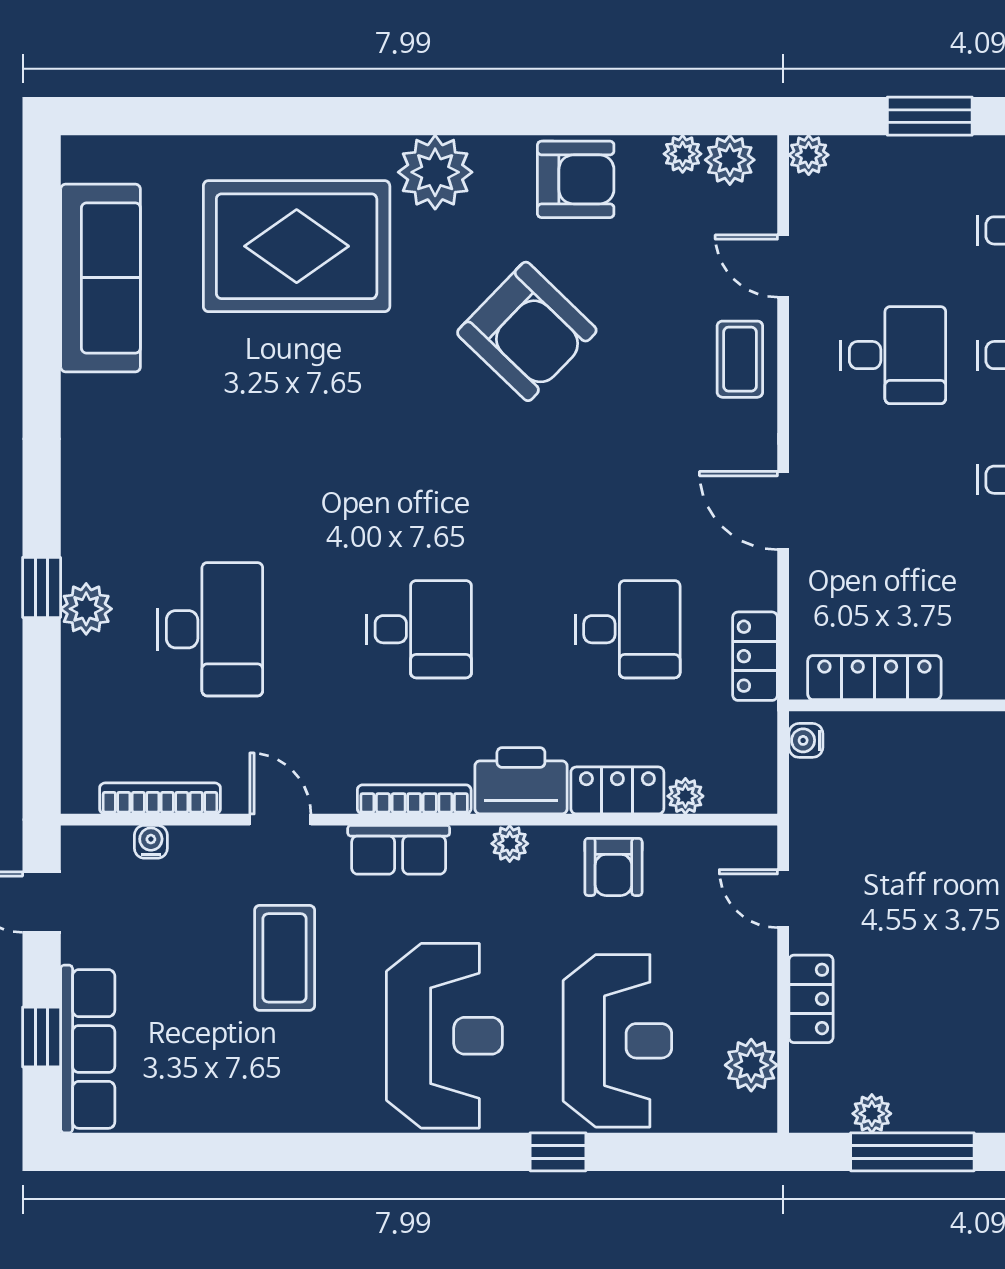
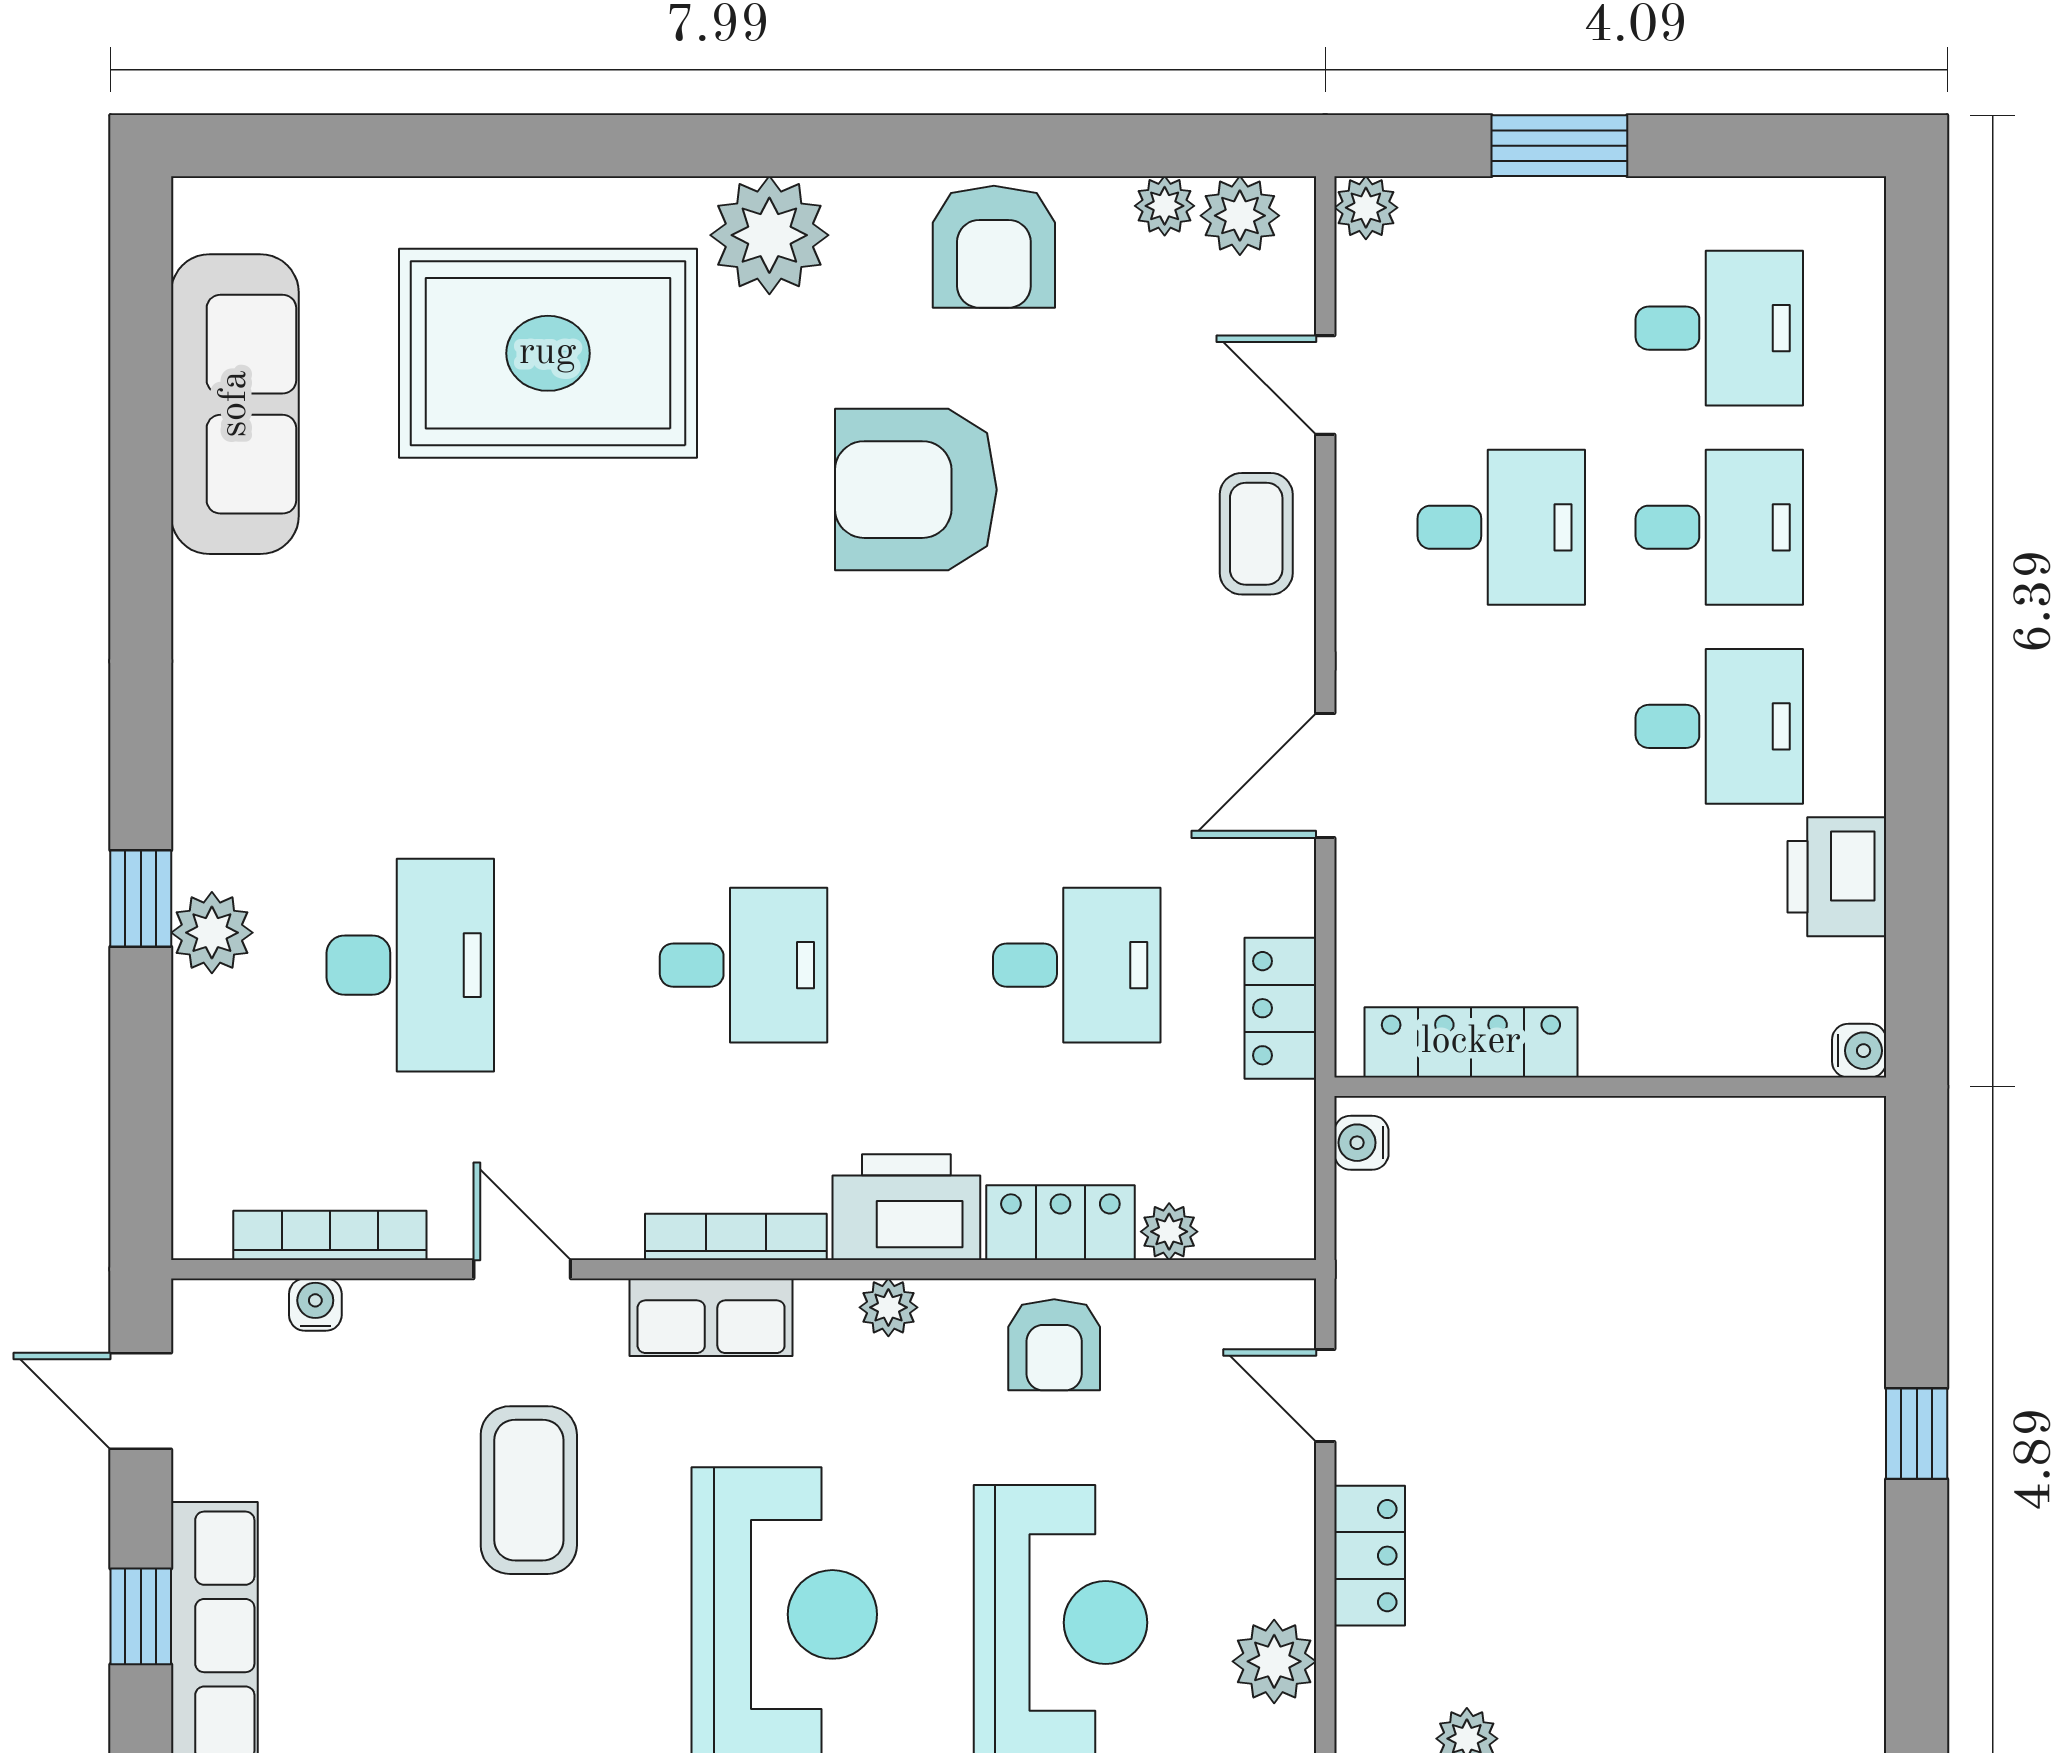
armchair: (576, 179) -> (994, 247), turned 90
armchair: (527, 331) -> (916, 490), turned 136
door: (783, 510) -> (1325, 776), hinge flipped

